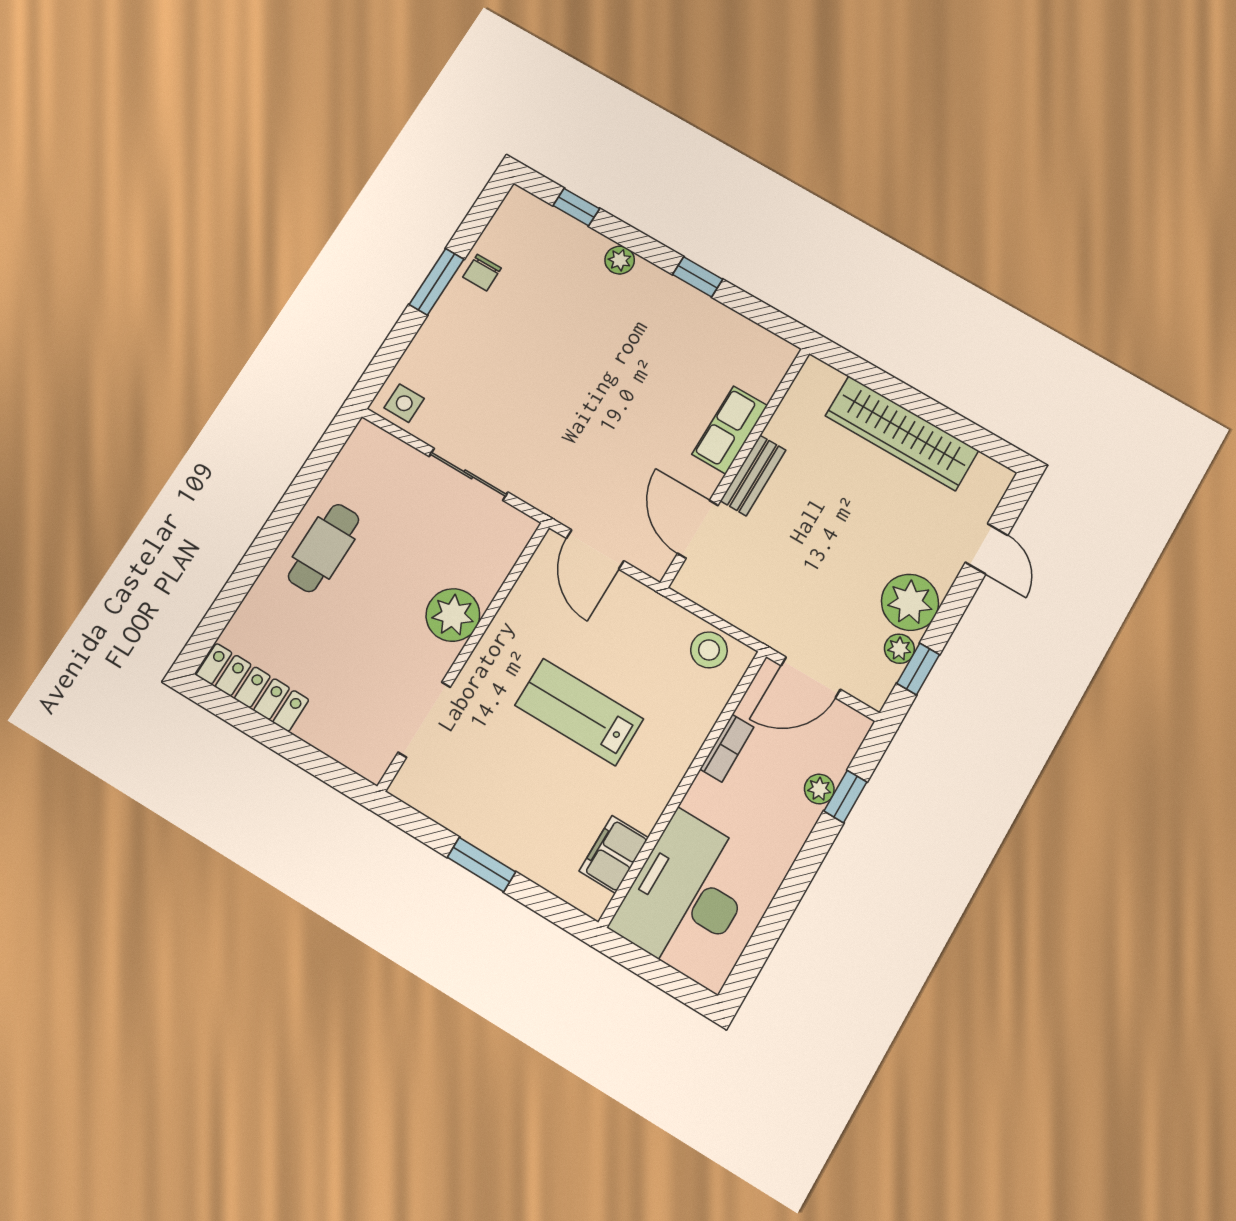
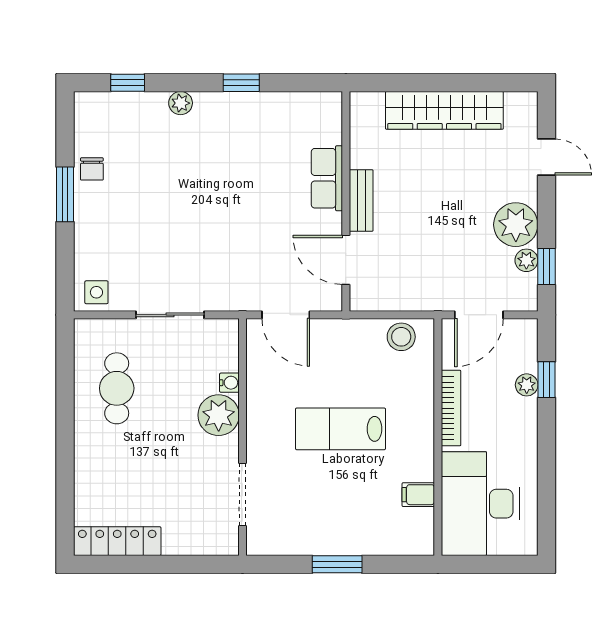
cafe table: (324, 548) -> (117, 388), moved
water cooler: (487, 586) -> (229, 383), added
bookcase: (727, 748) -> (451, 408), width x1.56
filing cabinet: (614, 854) -> (418, 495), width x0.50

